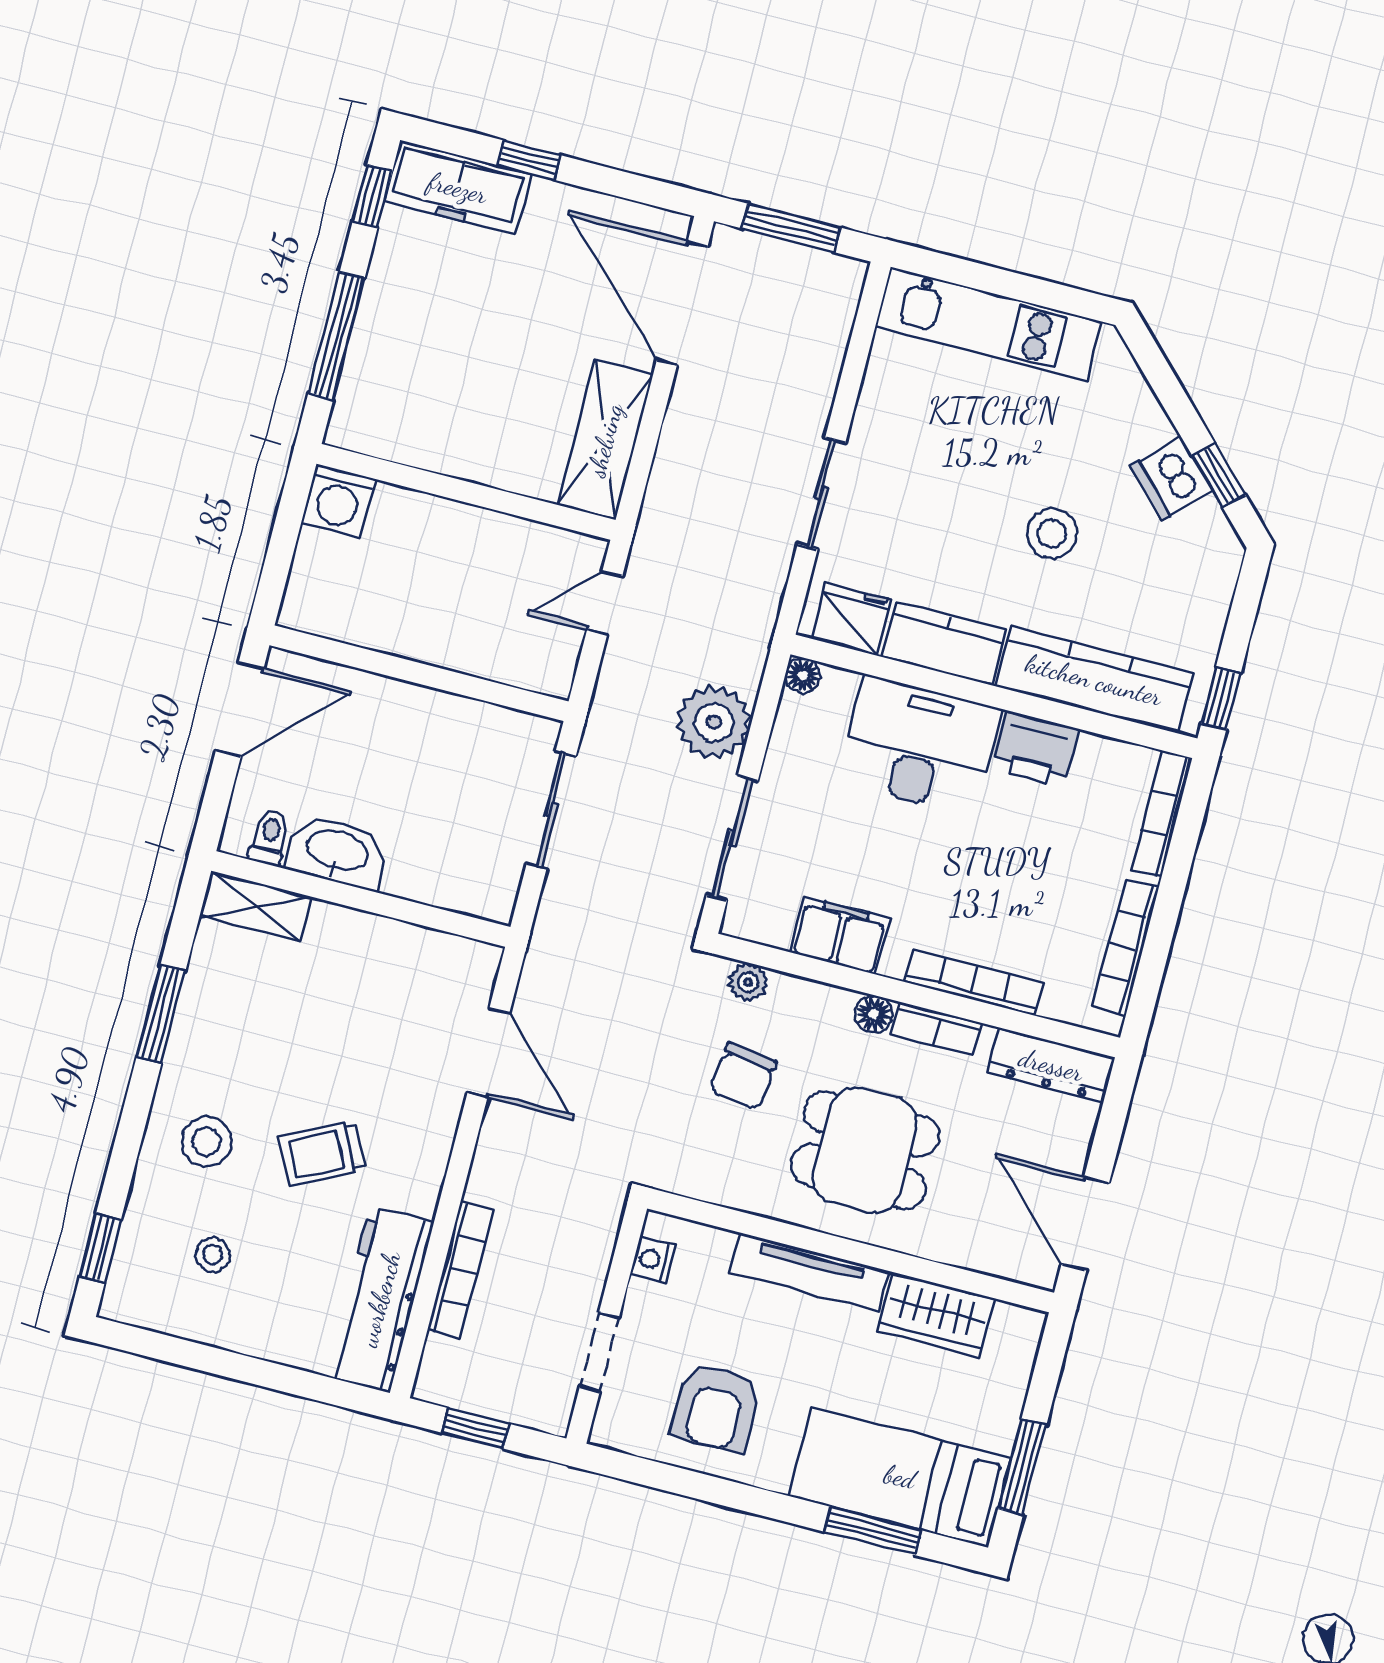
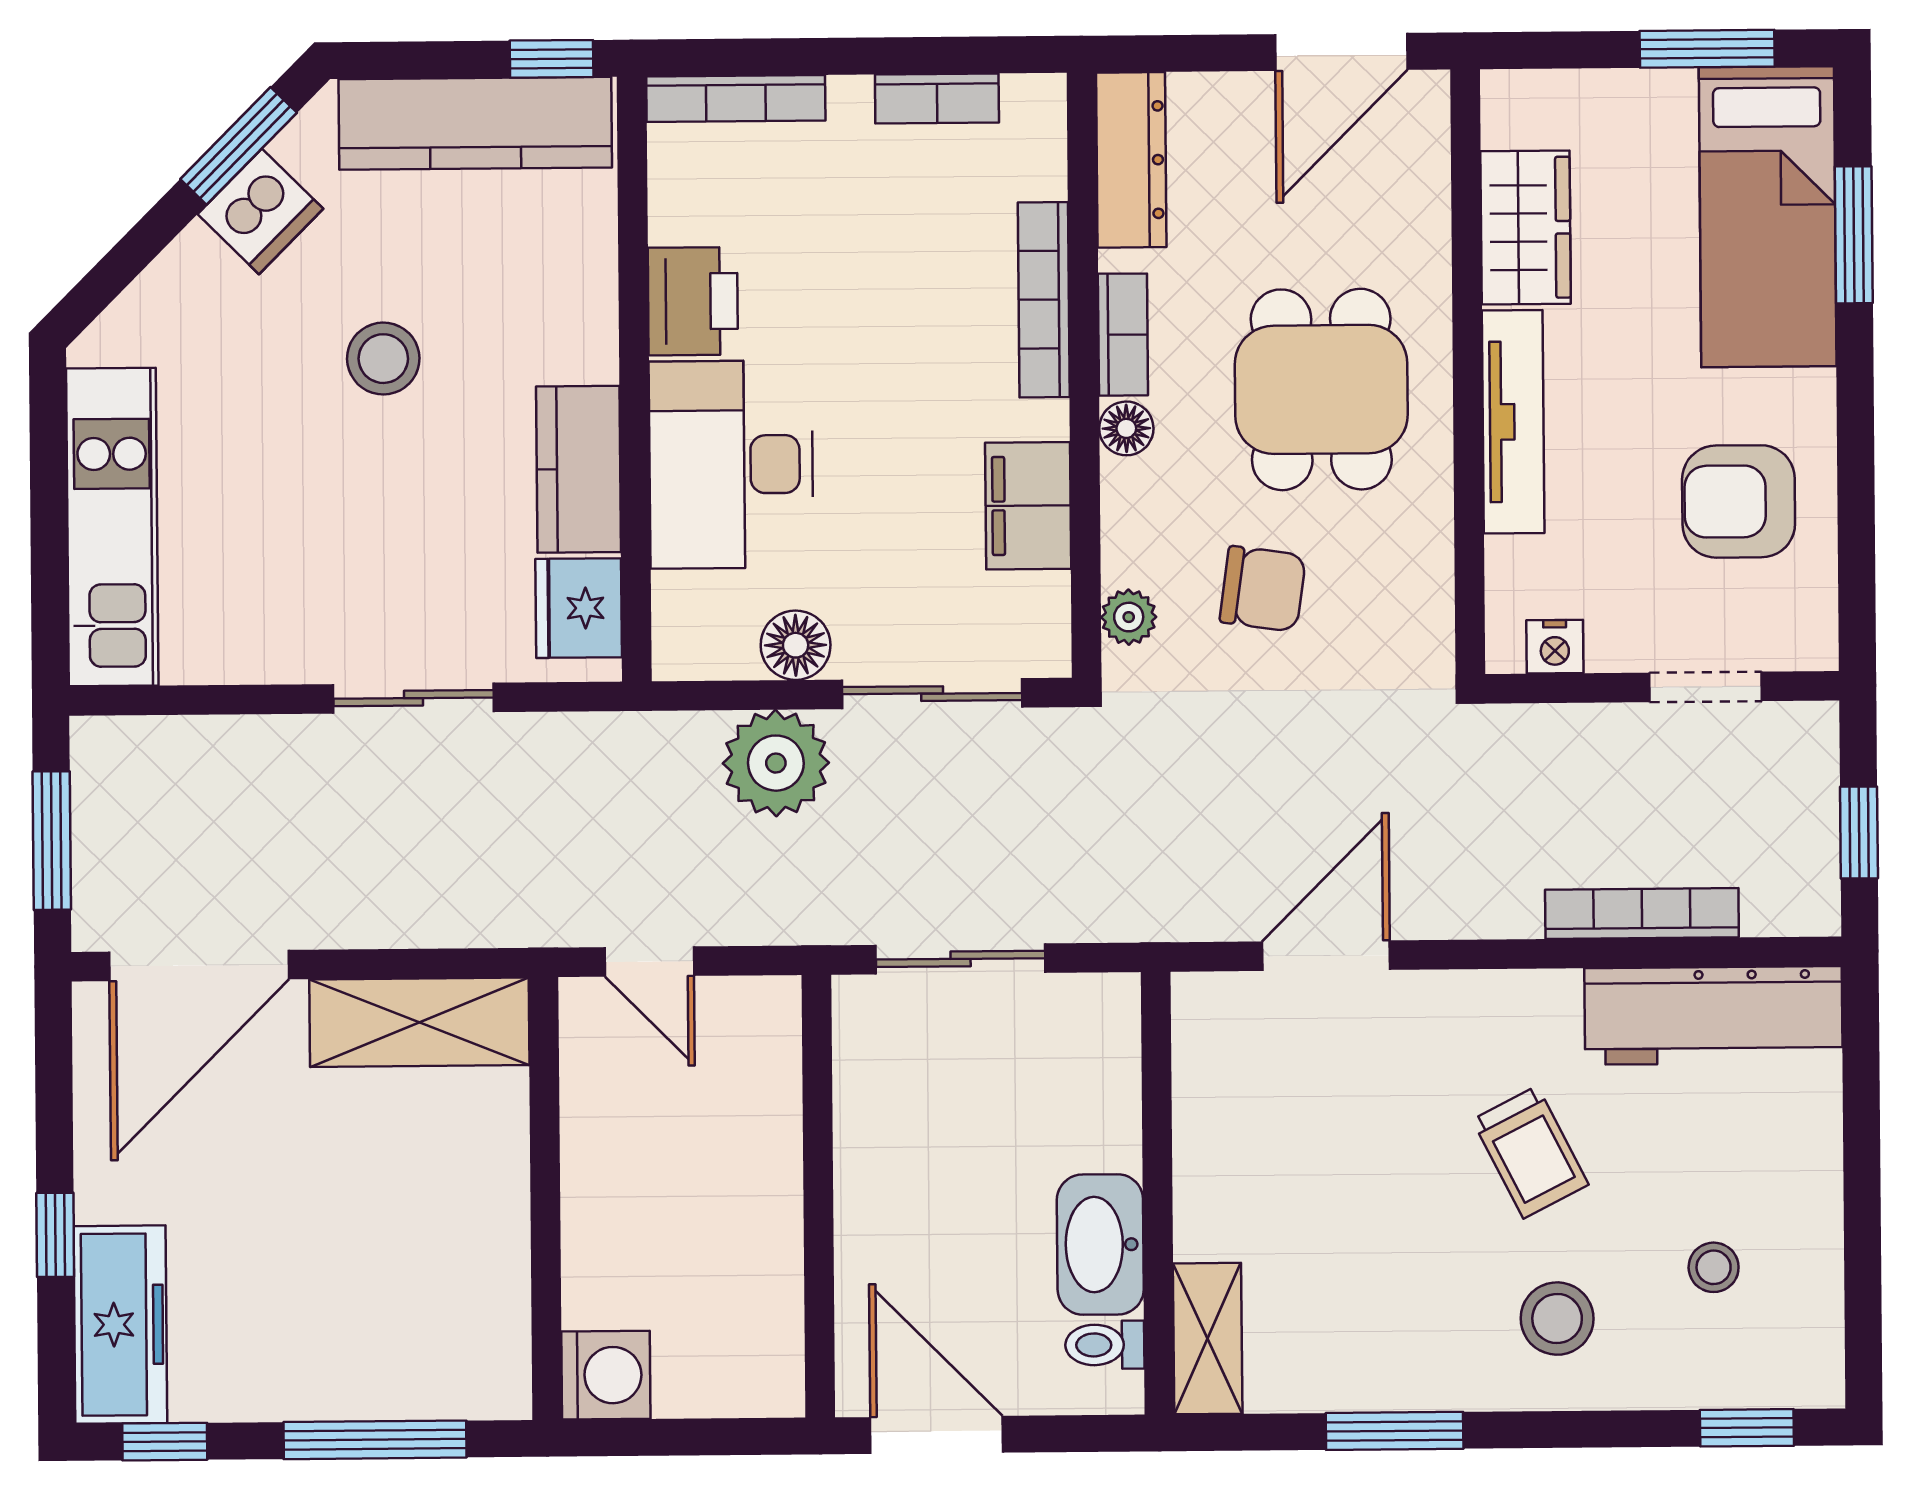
window: (1219, 475) -> (239, 146), width x1.50
floor lamp: (803, 675) -> (796, 645), moved, width x1.37, depth x1.37
kitchen counter: (1094, 680) -> (475, 123), moved, turned -90
bookcase: (1126, 947) -> (937, 99), width x0.64
armchair: (716, 1407) -> (1739, 501), turned 180

